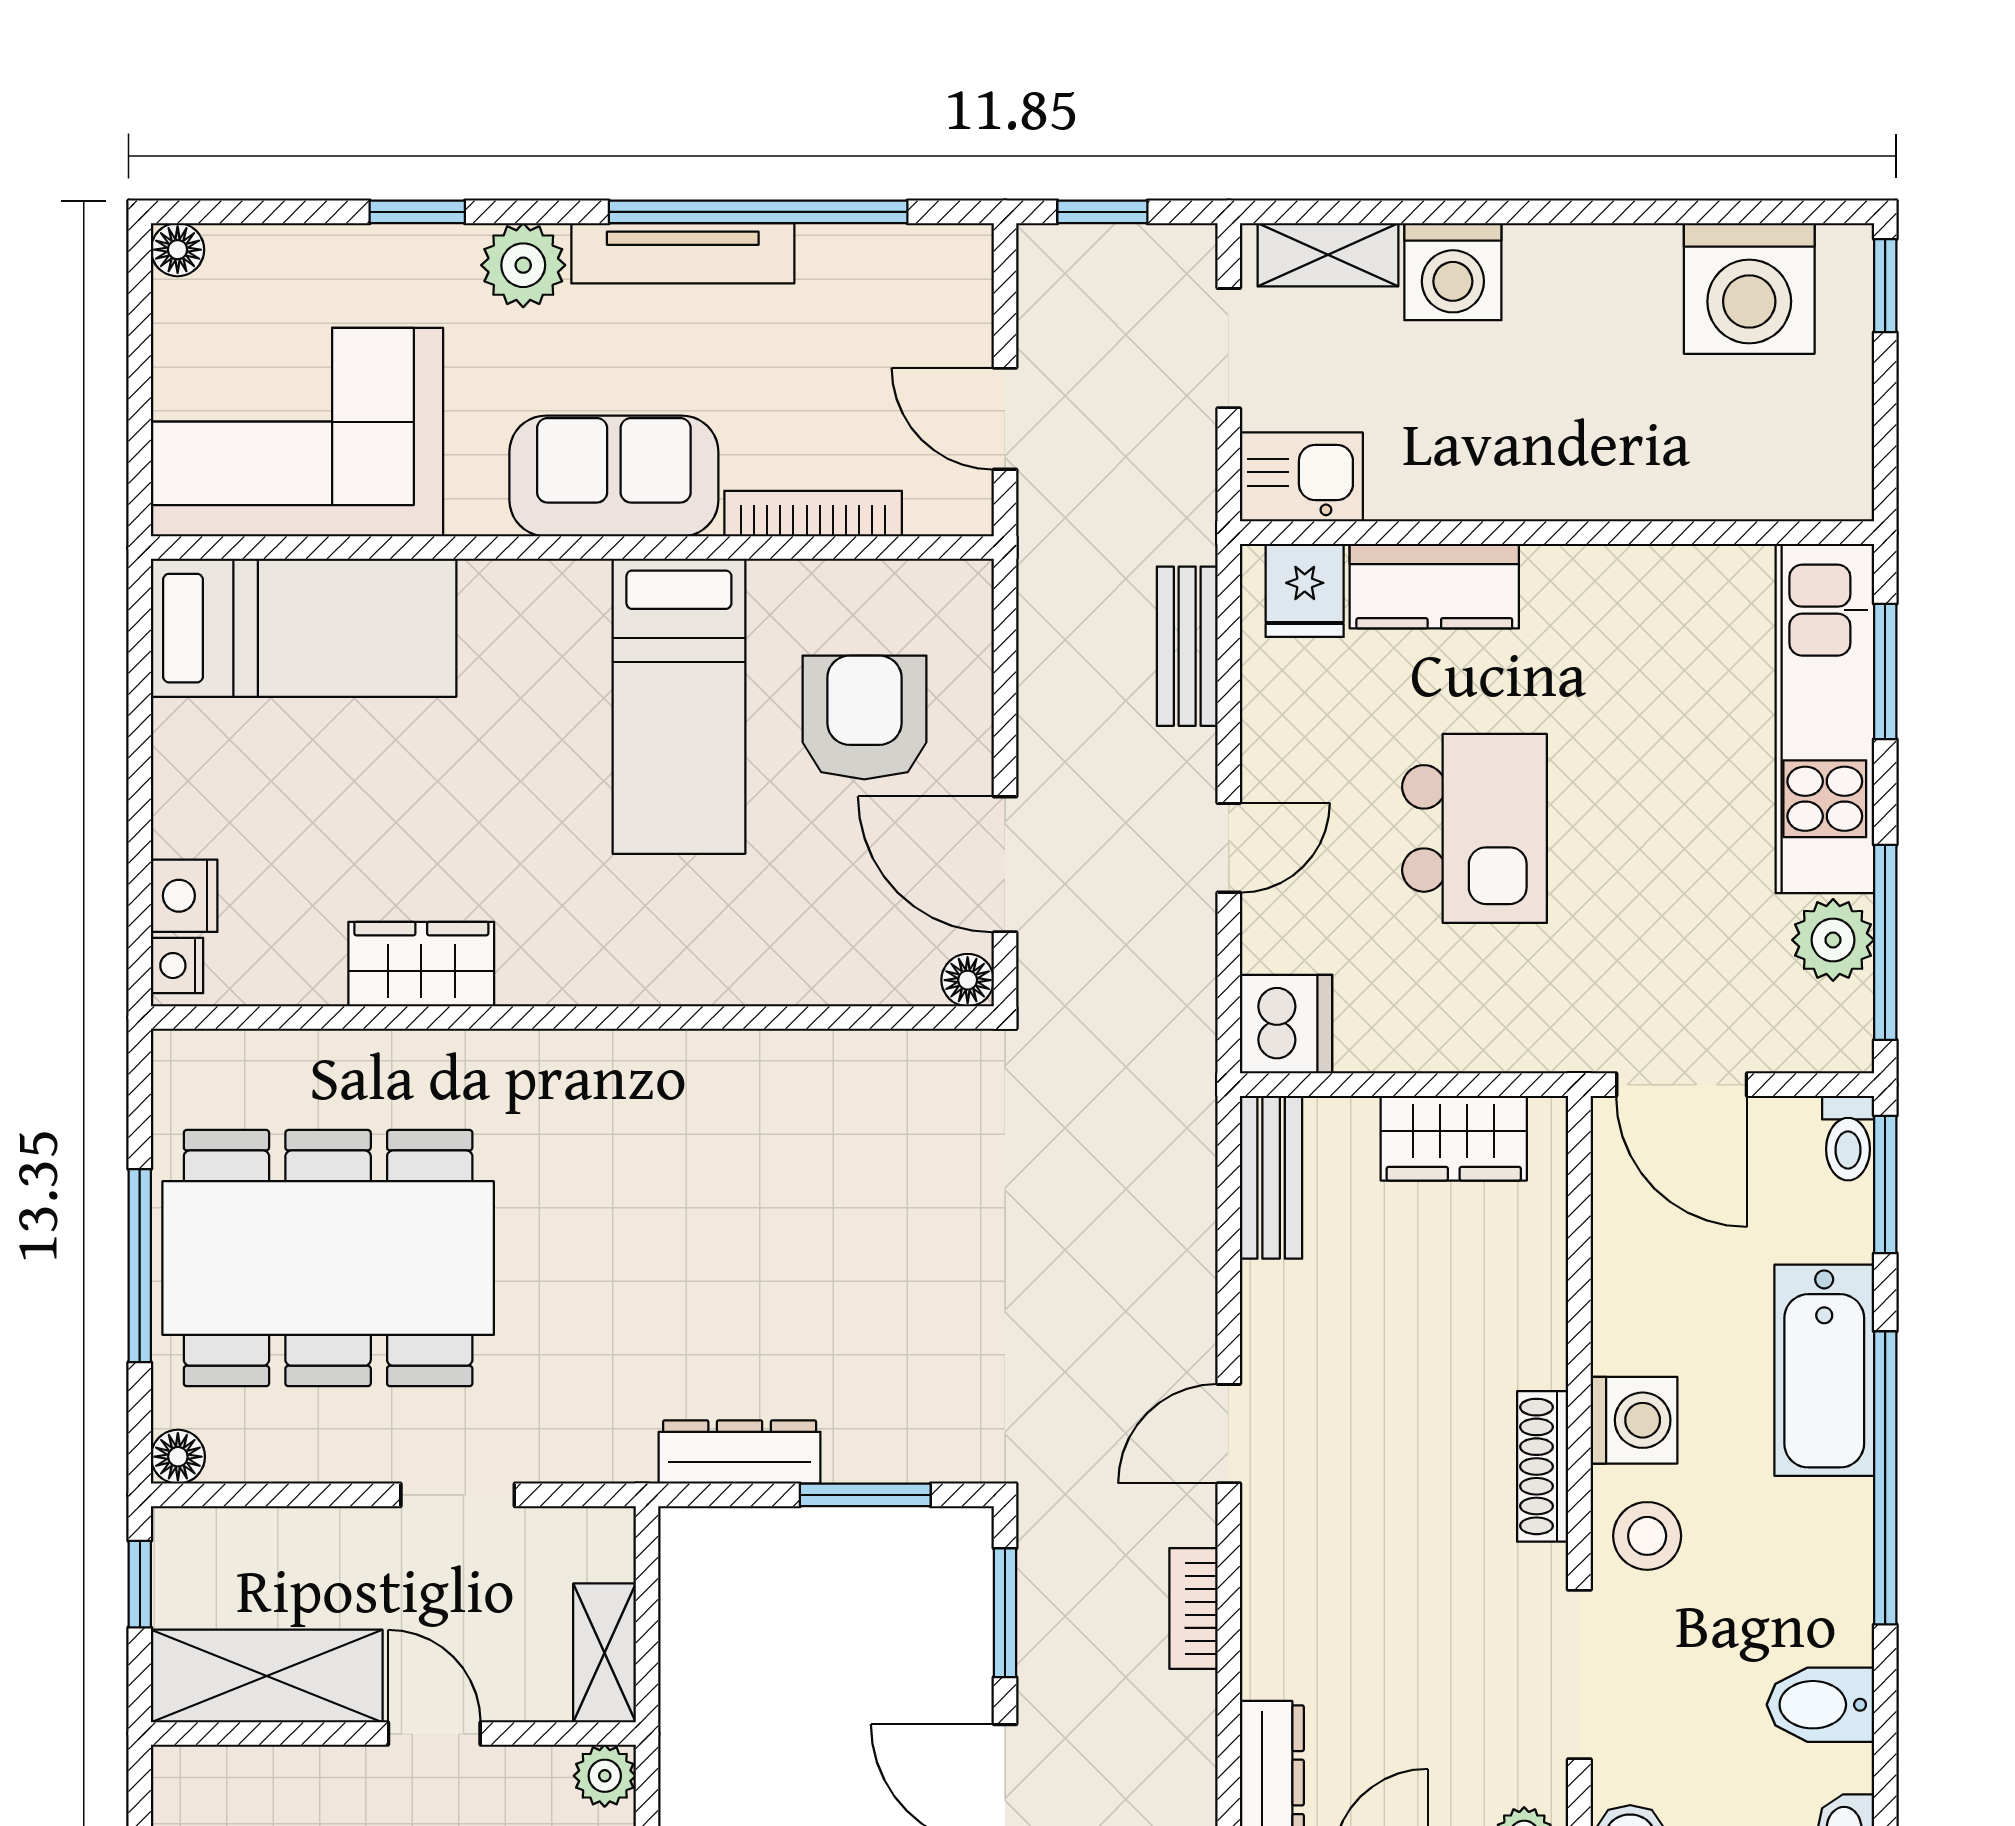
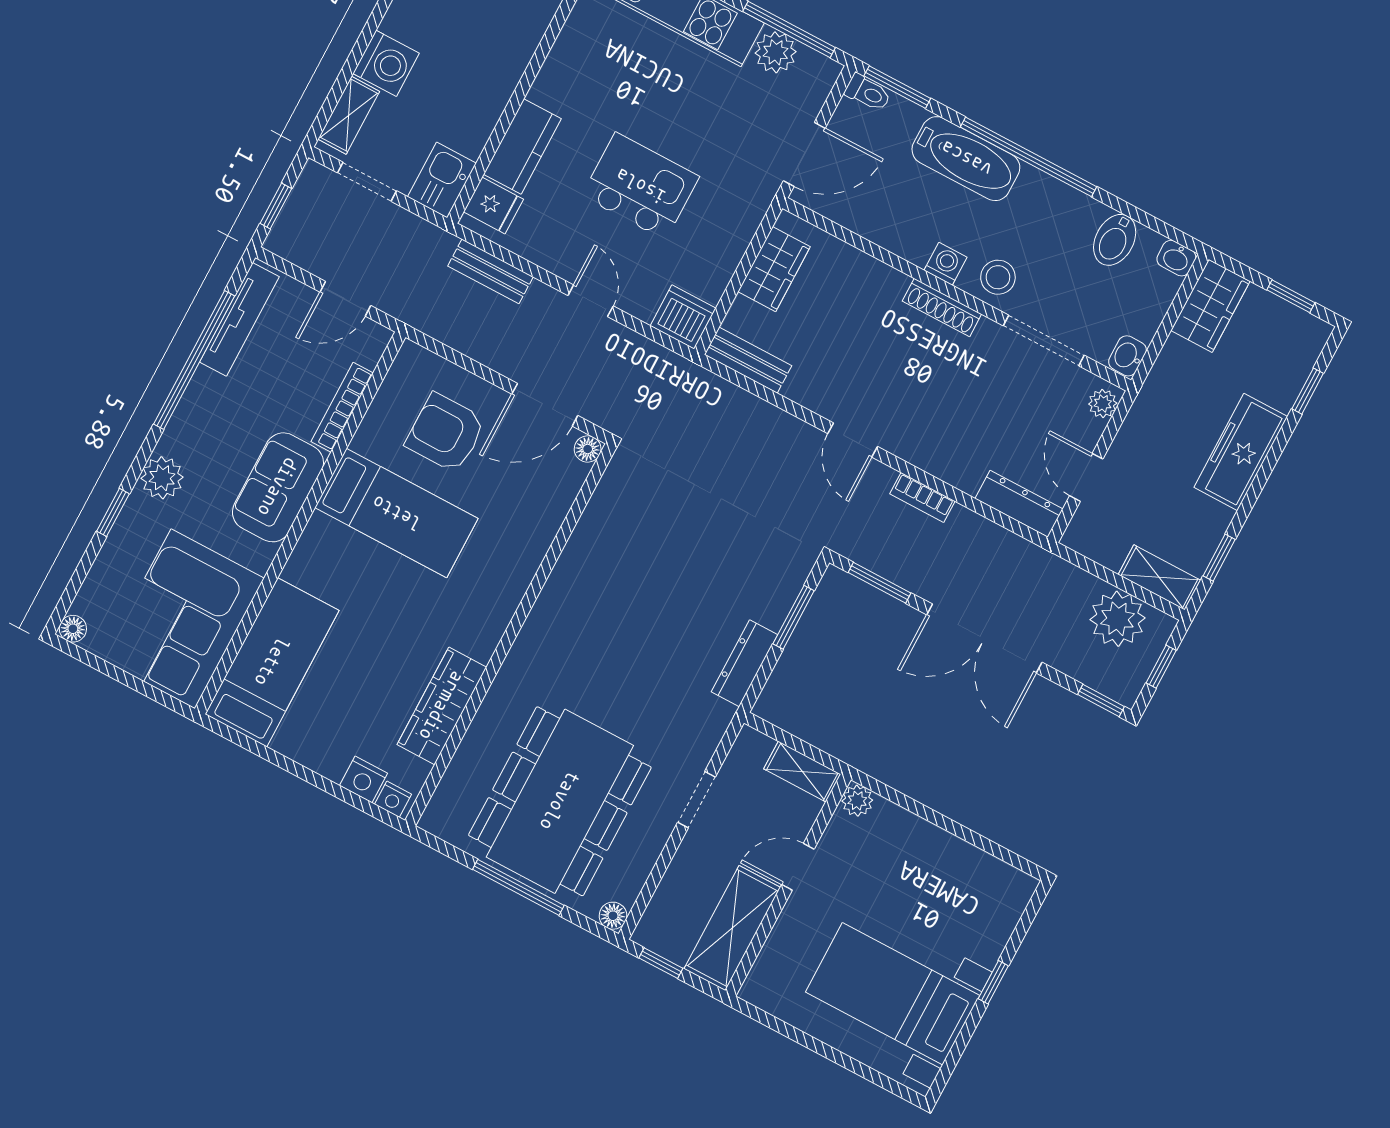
tv unit: (683, 253) -> (239, 319), moved
wardrobe: (421, 964) -> (442, 706), width x1.50
washing machine: (1634, 1420) -> (946, 264), width x0.73, depth x0.73

